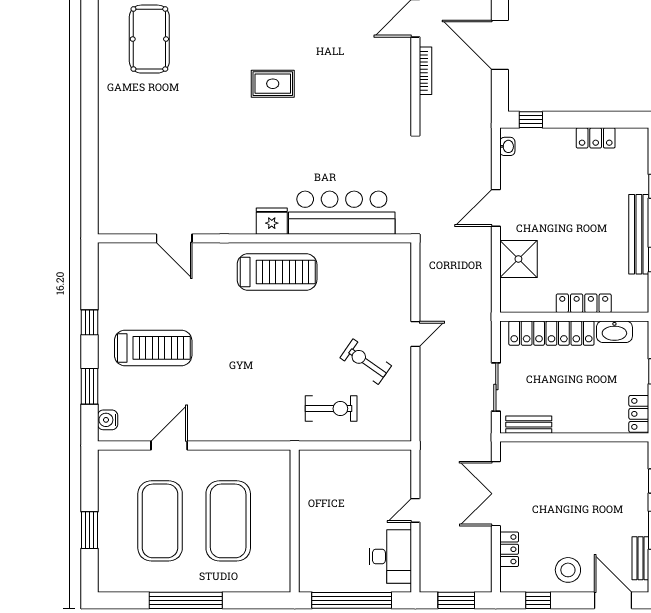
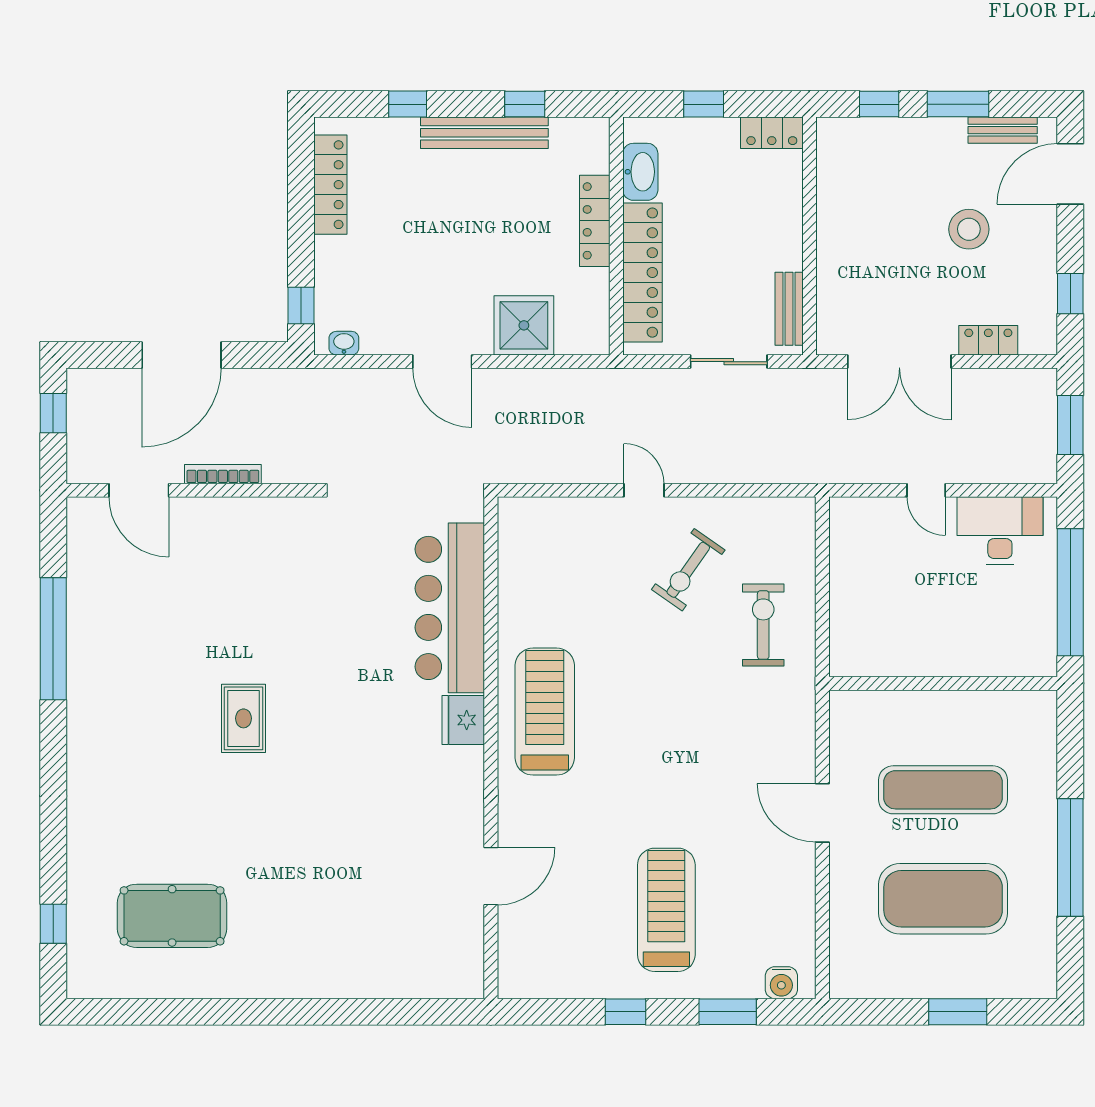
locker: (596, 138) -> (330, 185), width x1.53
door: (169, 445) -> (822, 813), moved
exercise mat: (228, 521) -> (943, 790), width x0.68
stool: (568, 570) -> (969, 229), moved

